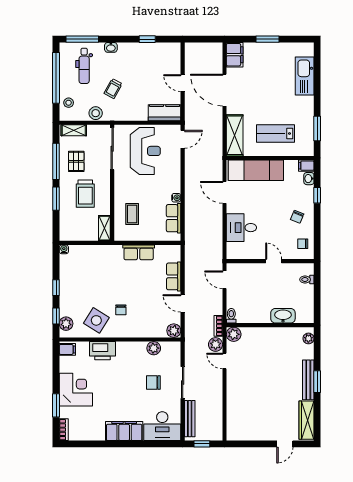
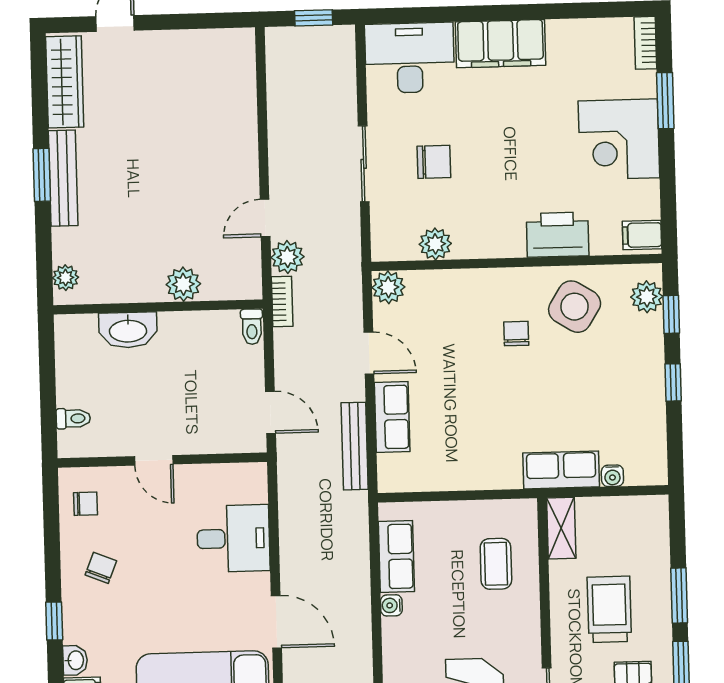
water cooler: (64, 249) -> (612, 476), moved
row of seats: (139, 252) -> (561, 470), moved
plant: (234, 334) -> (183, 284), moved
door: (224, 361) -> (265, 218), swing flipped
bench: (190, 419) -> (355, 446), moved

